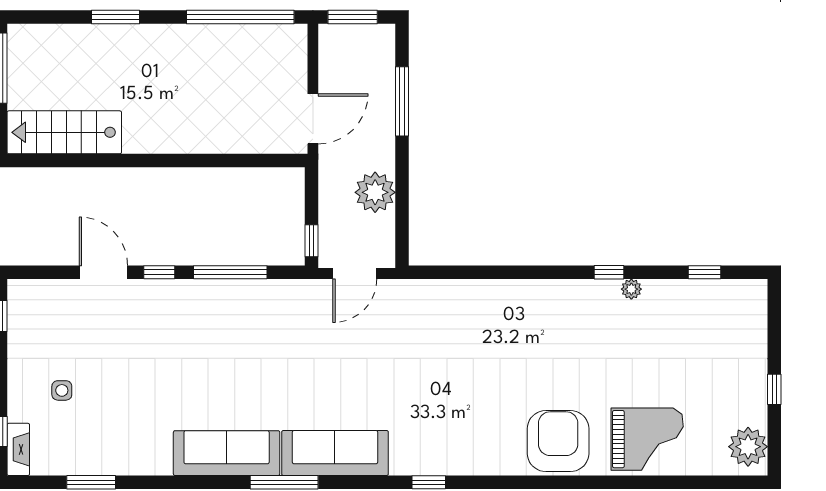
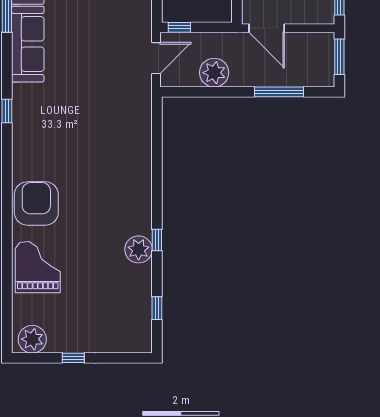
door: (355, 274) -> (156, 58), swing flipped
plant: (631, 289) -> (139, 249), width x1.87, depth x1.87
grand piano: (647, 439) -> (38, 267), turned 180
armchair: (558, 441) -> (36, 203), turned -90

